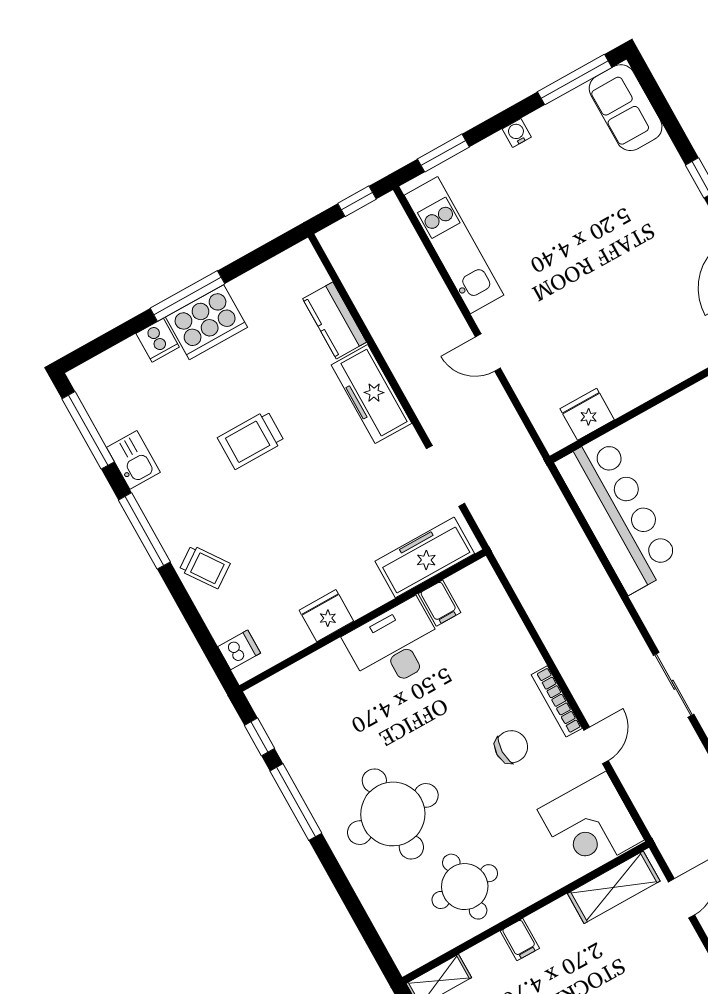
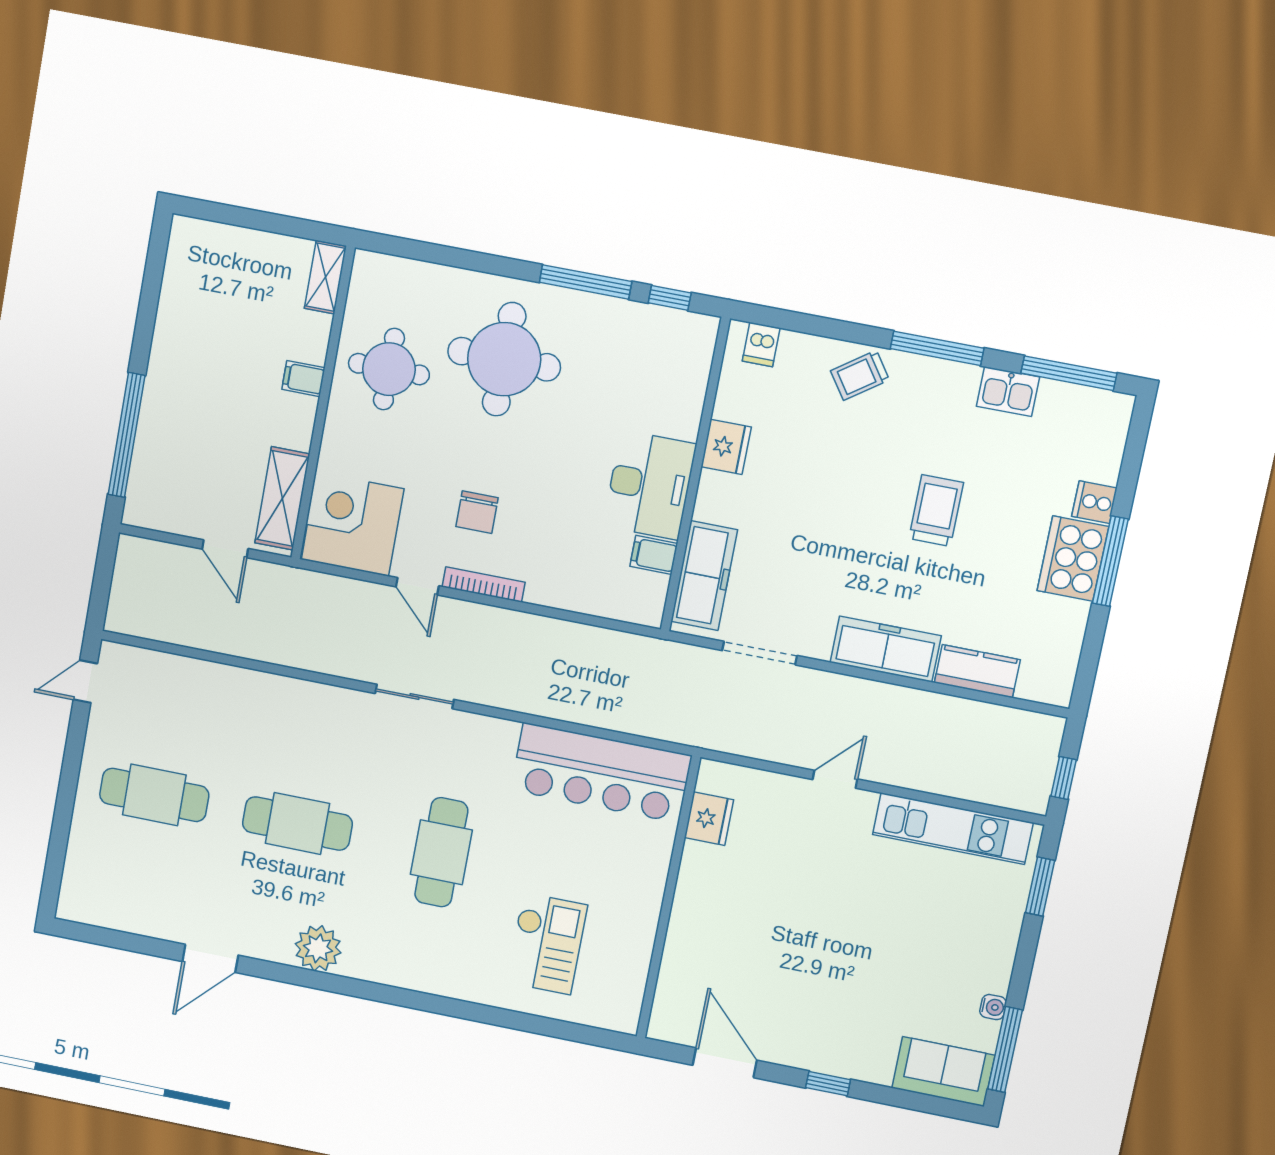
water cooler: (517, 133) -> (993, 1007), moved

